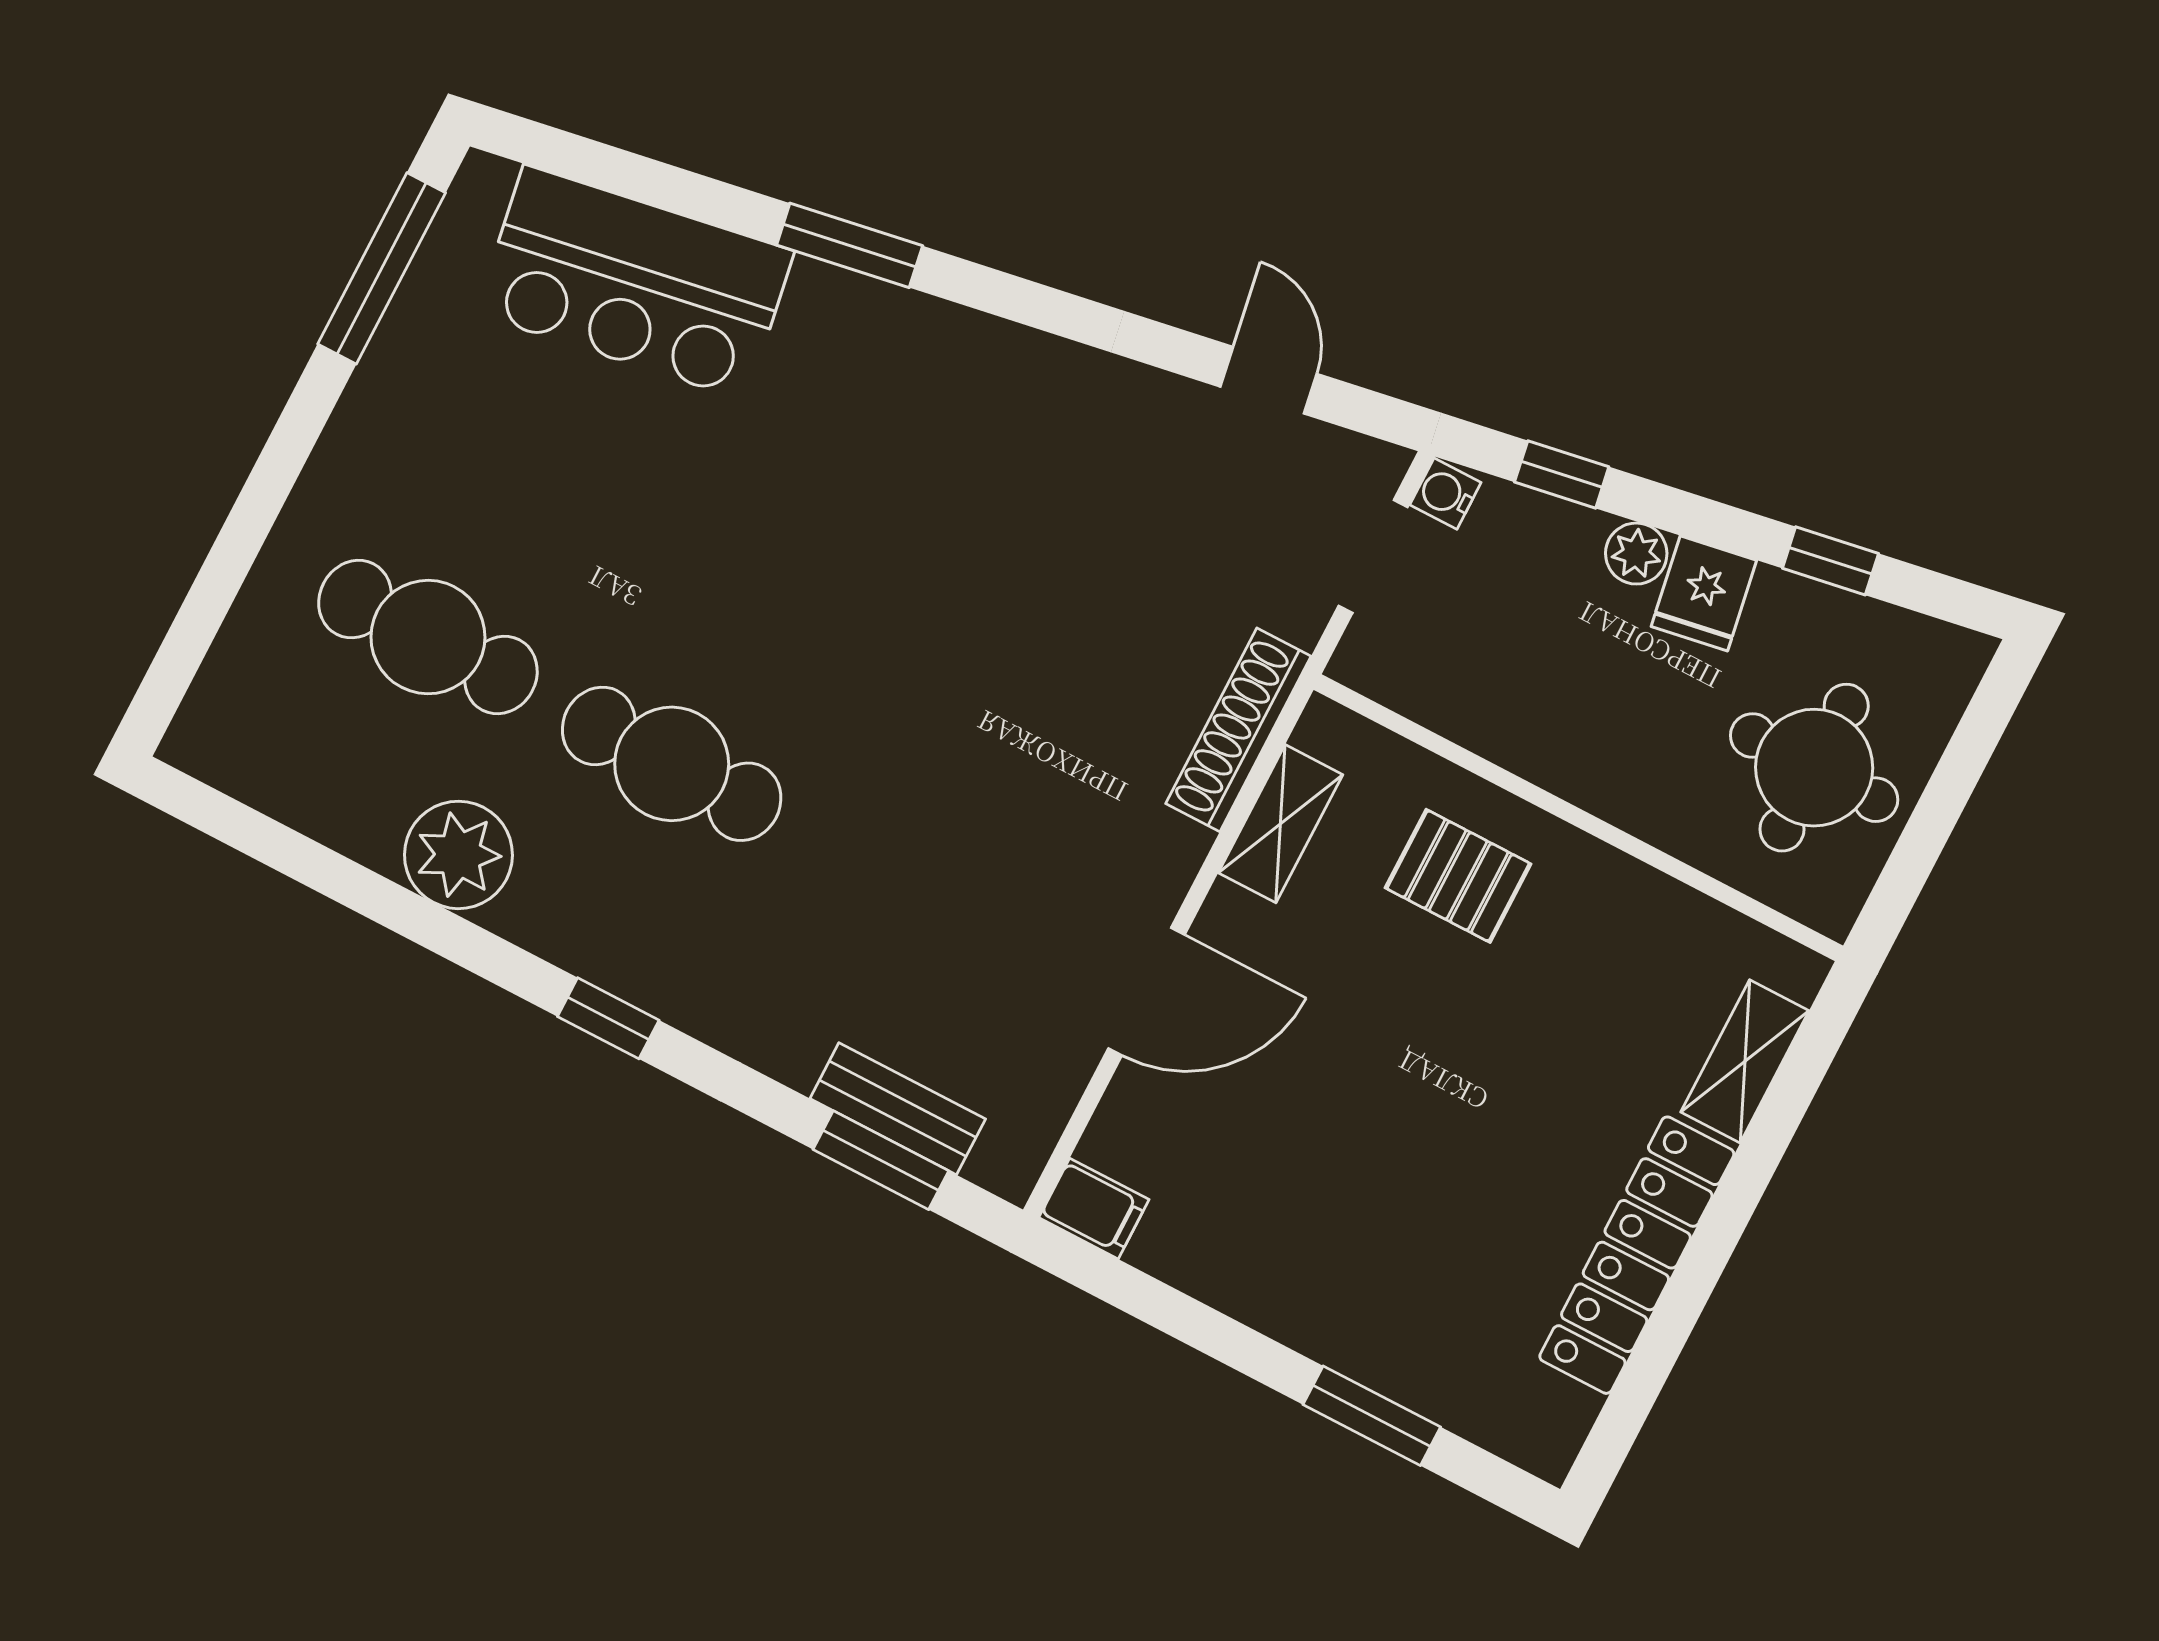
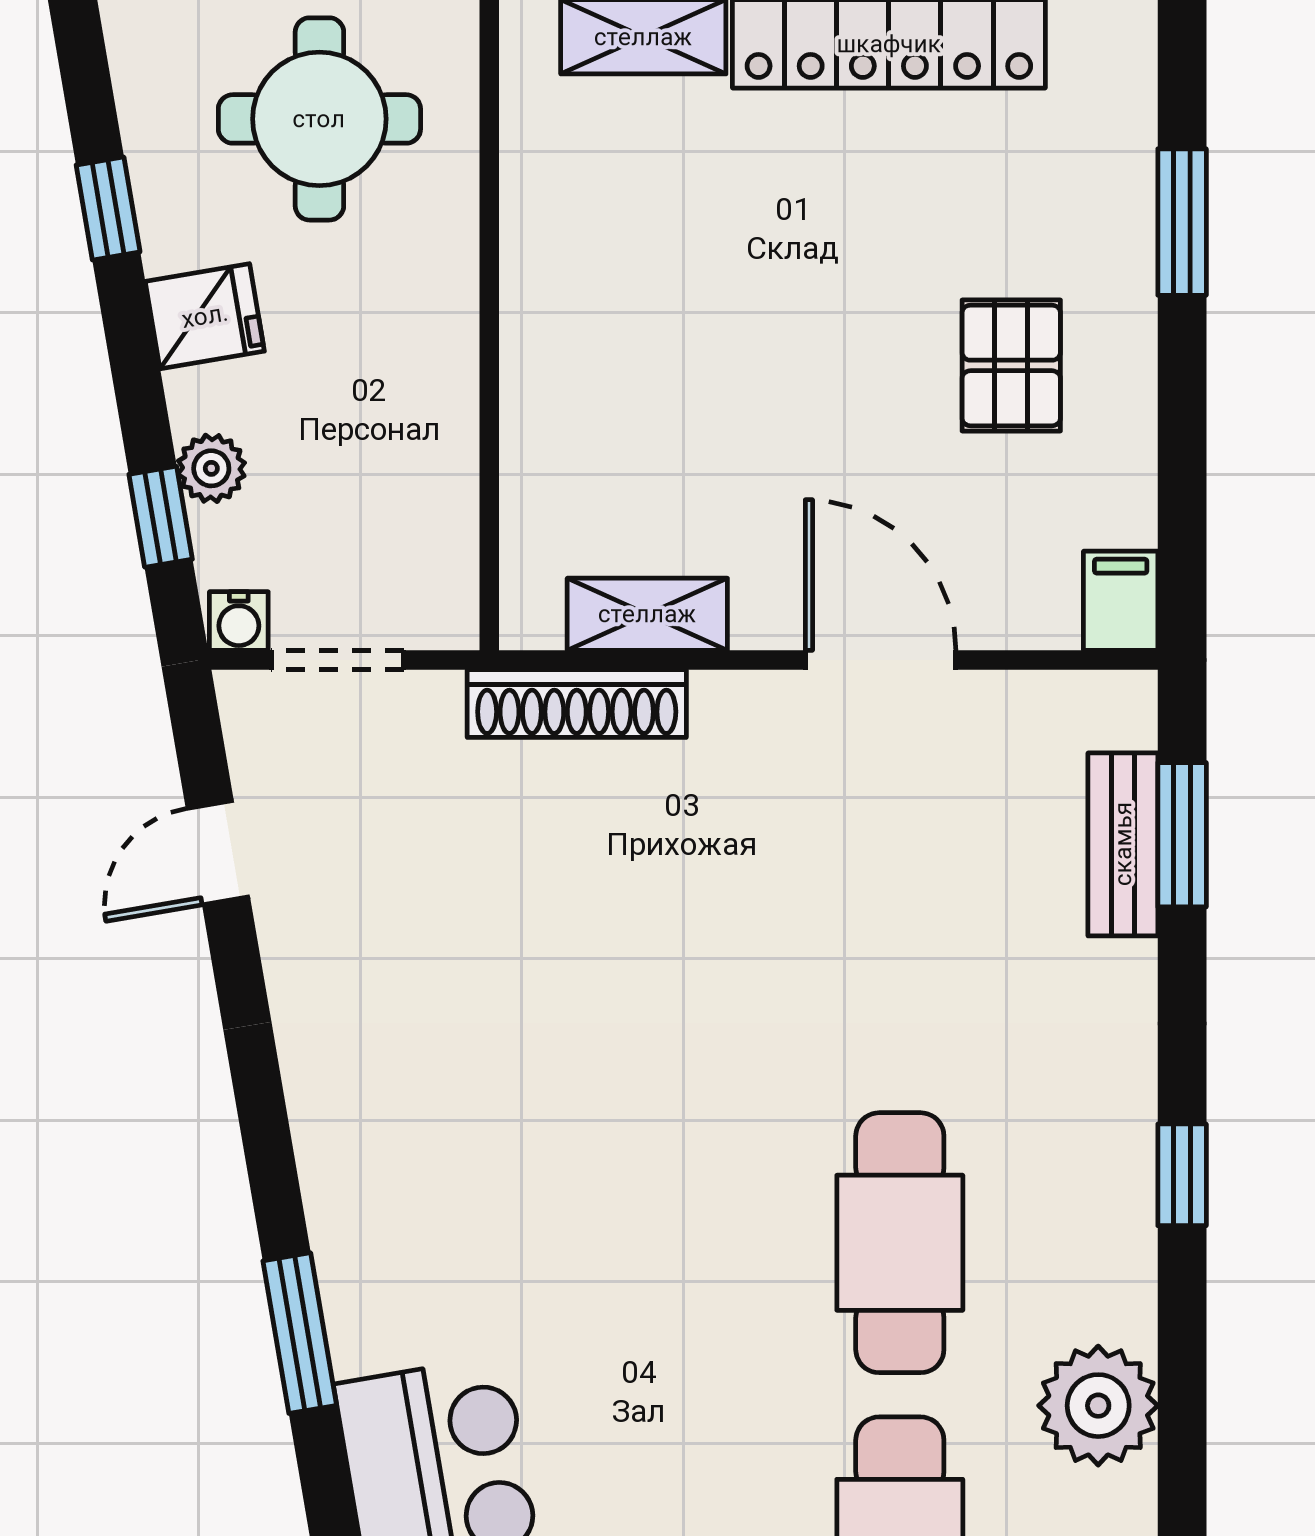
plant: (1636, 554) -> (211, 468), moved
pallet: (1458, 876) -> (1011, 365), moved

